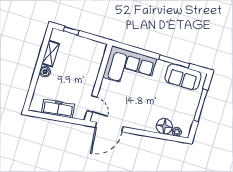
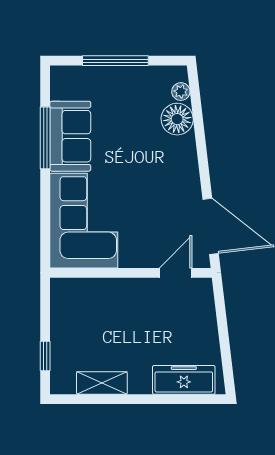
boiler: (45, 72) -> (140, 383), removed
sofa: (183, 77) -> (70, 136), moved
freezer: (58, 109) -> (184, 380), moved, turned 97

